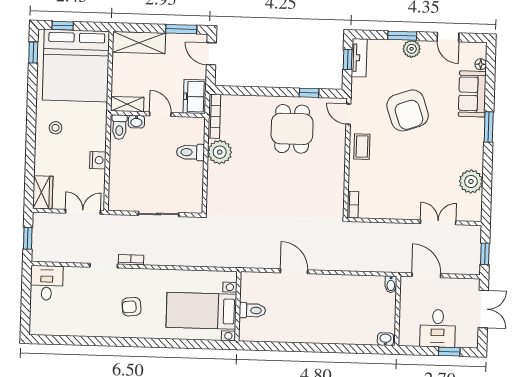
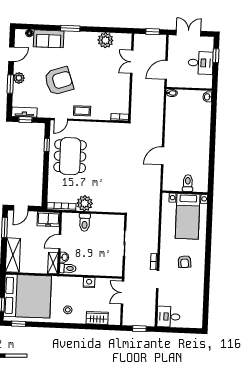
dining table: (292, 129) -> (70, 156), width x1.38
wardrobe: (43, 192) -> (97, 318), moved

